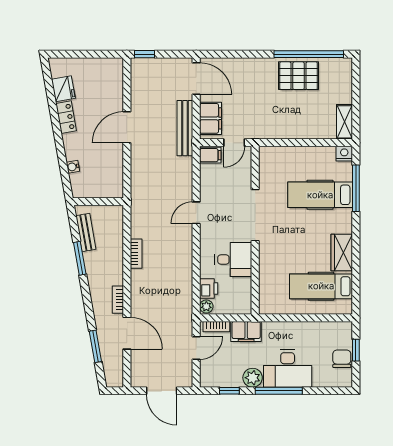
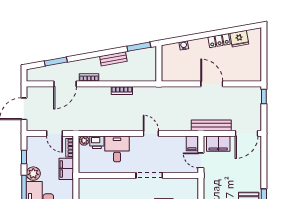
doorway: (255, 215) -> (149, 175), width x0.73
bench: (86, 232) -> (113, 59), moved
window: (80, 258) -> (139, 47), moved
desk: (233, 259) -> (117, 149), moved, turned 180

